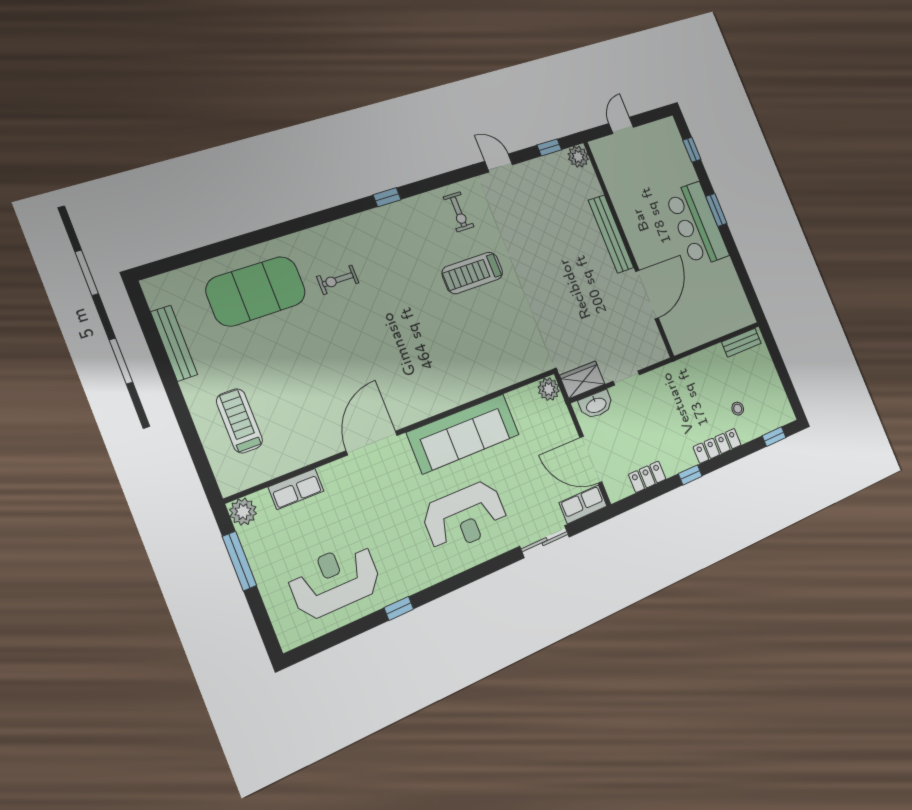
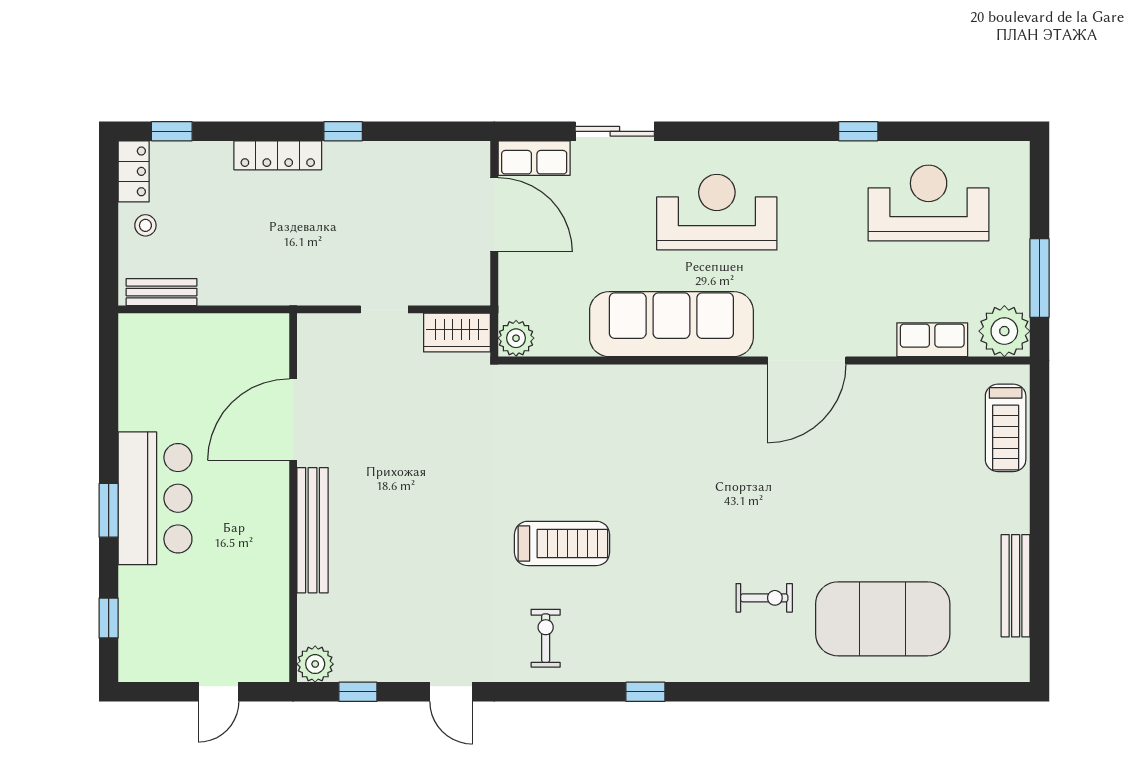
washbasin: (596, 405) -> (451, 289), removed
stool: (738, 409) -> (145, 225), moved
treadmill: (239, 421) -> (1006, 428), moved
locker: (647, 477) -> (134, 171), moved, turned -90
plant: (243, 512) -> (1004, 331), width x1.36, depth x1.36
reception desk: (335, 580) -> (929, 203), turned 180

